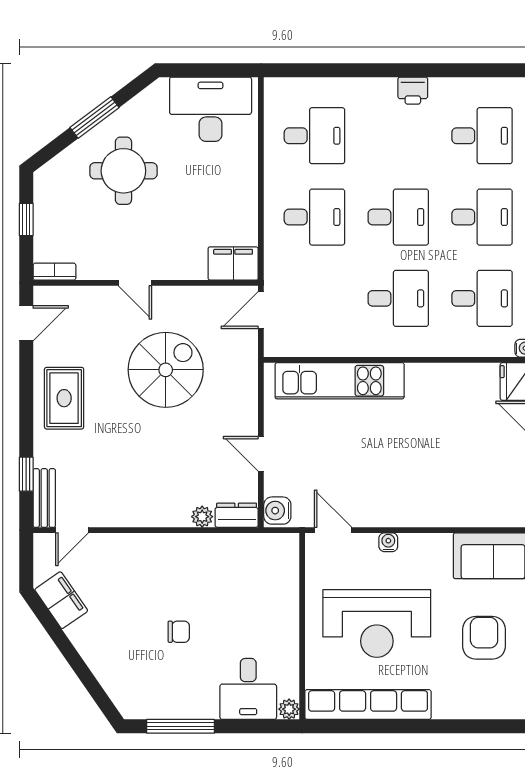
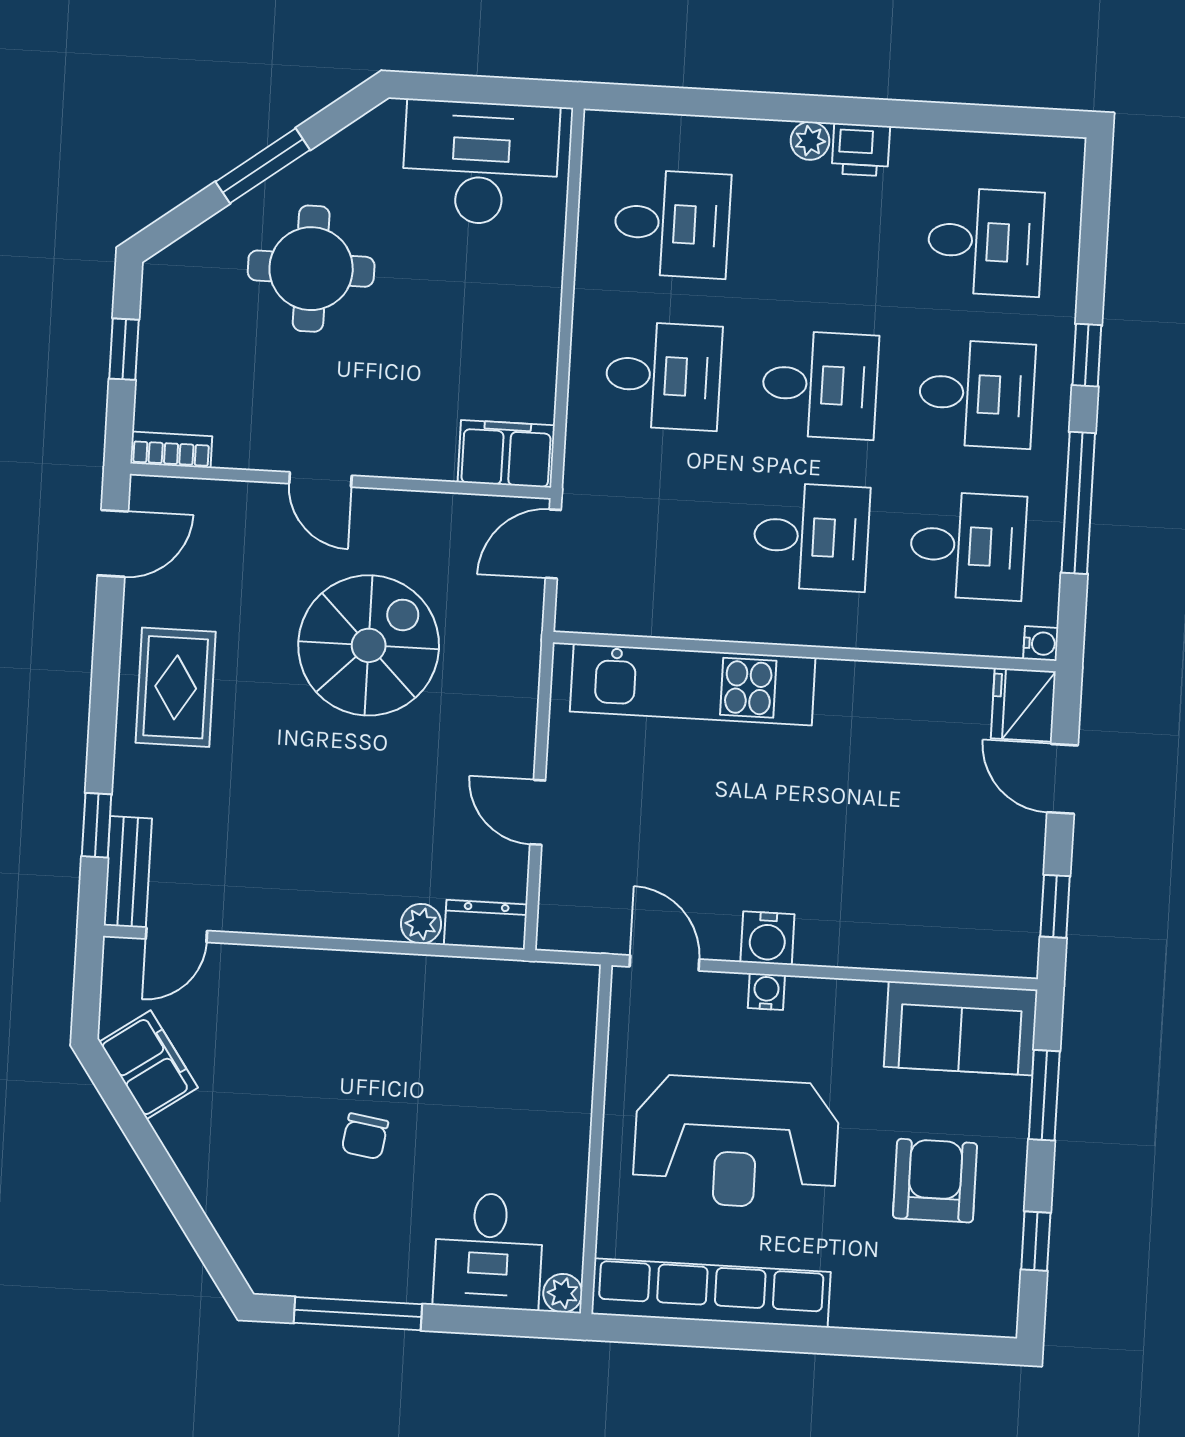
plant: (385, 87) -> (810, 141), added
water cooler: (277, 511) -> (767, 938), moved, turned -90
chair: (179, 632) -> (365, 1136), turned 99

